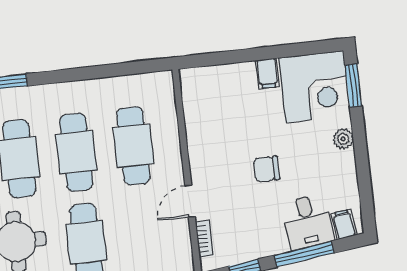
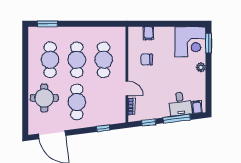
filing cabinet: (267, 73) -> (148, 33), moved
chair: (267, 169) -> (147, 59), moved
door: (190, 201) -> (127, 88), swing flipped

